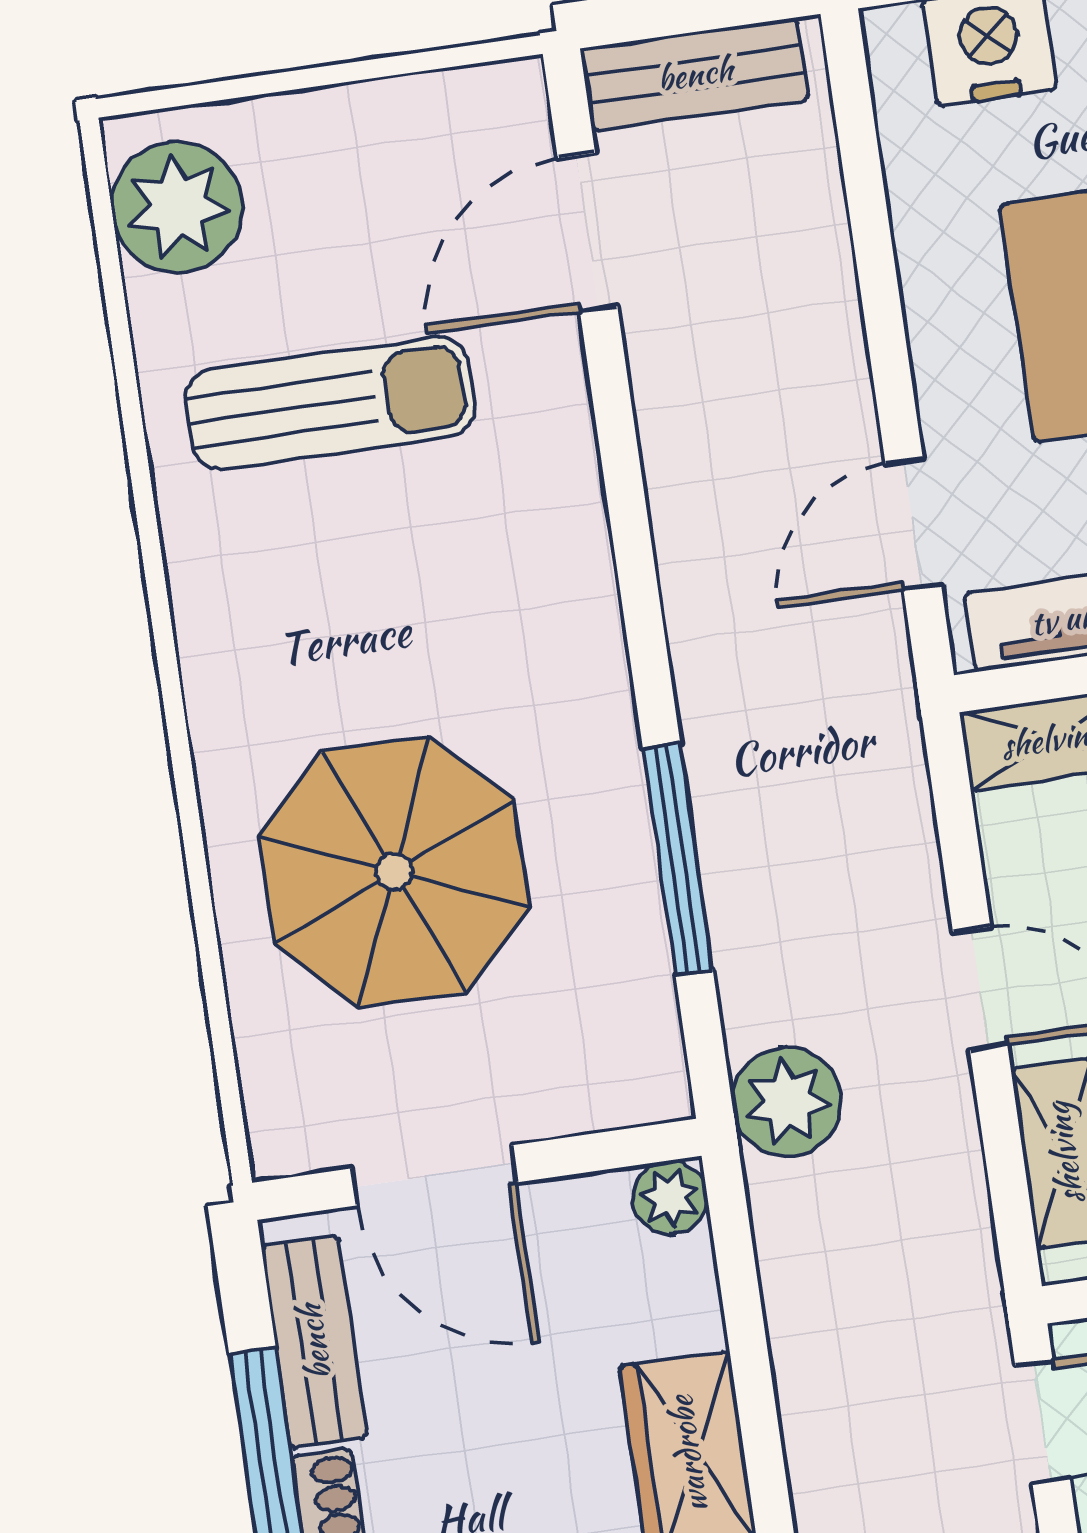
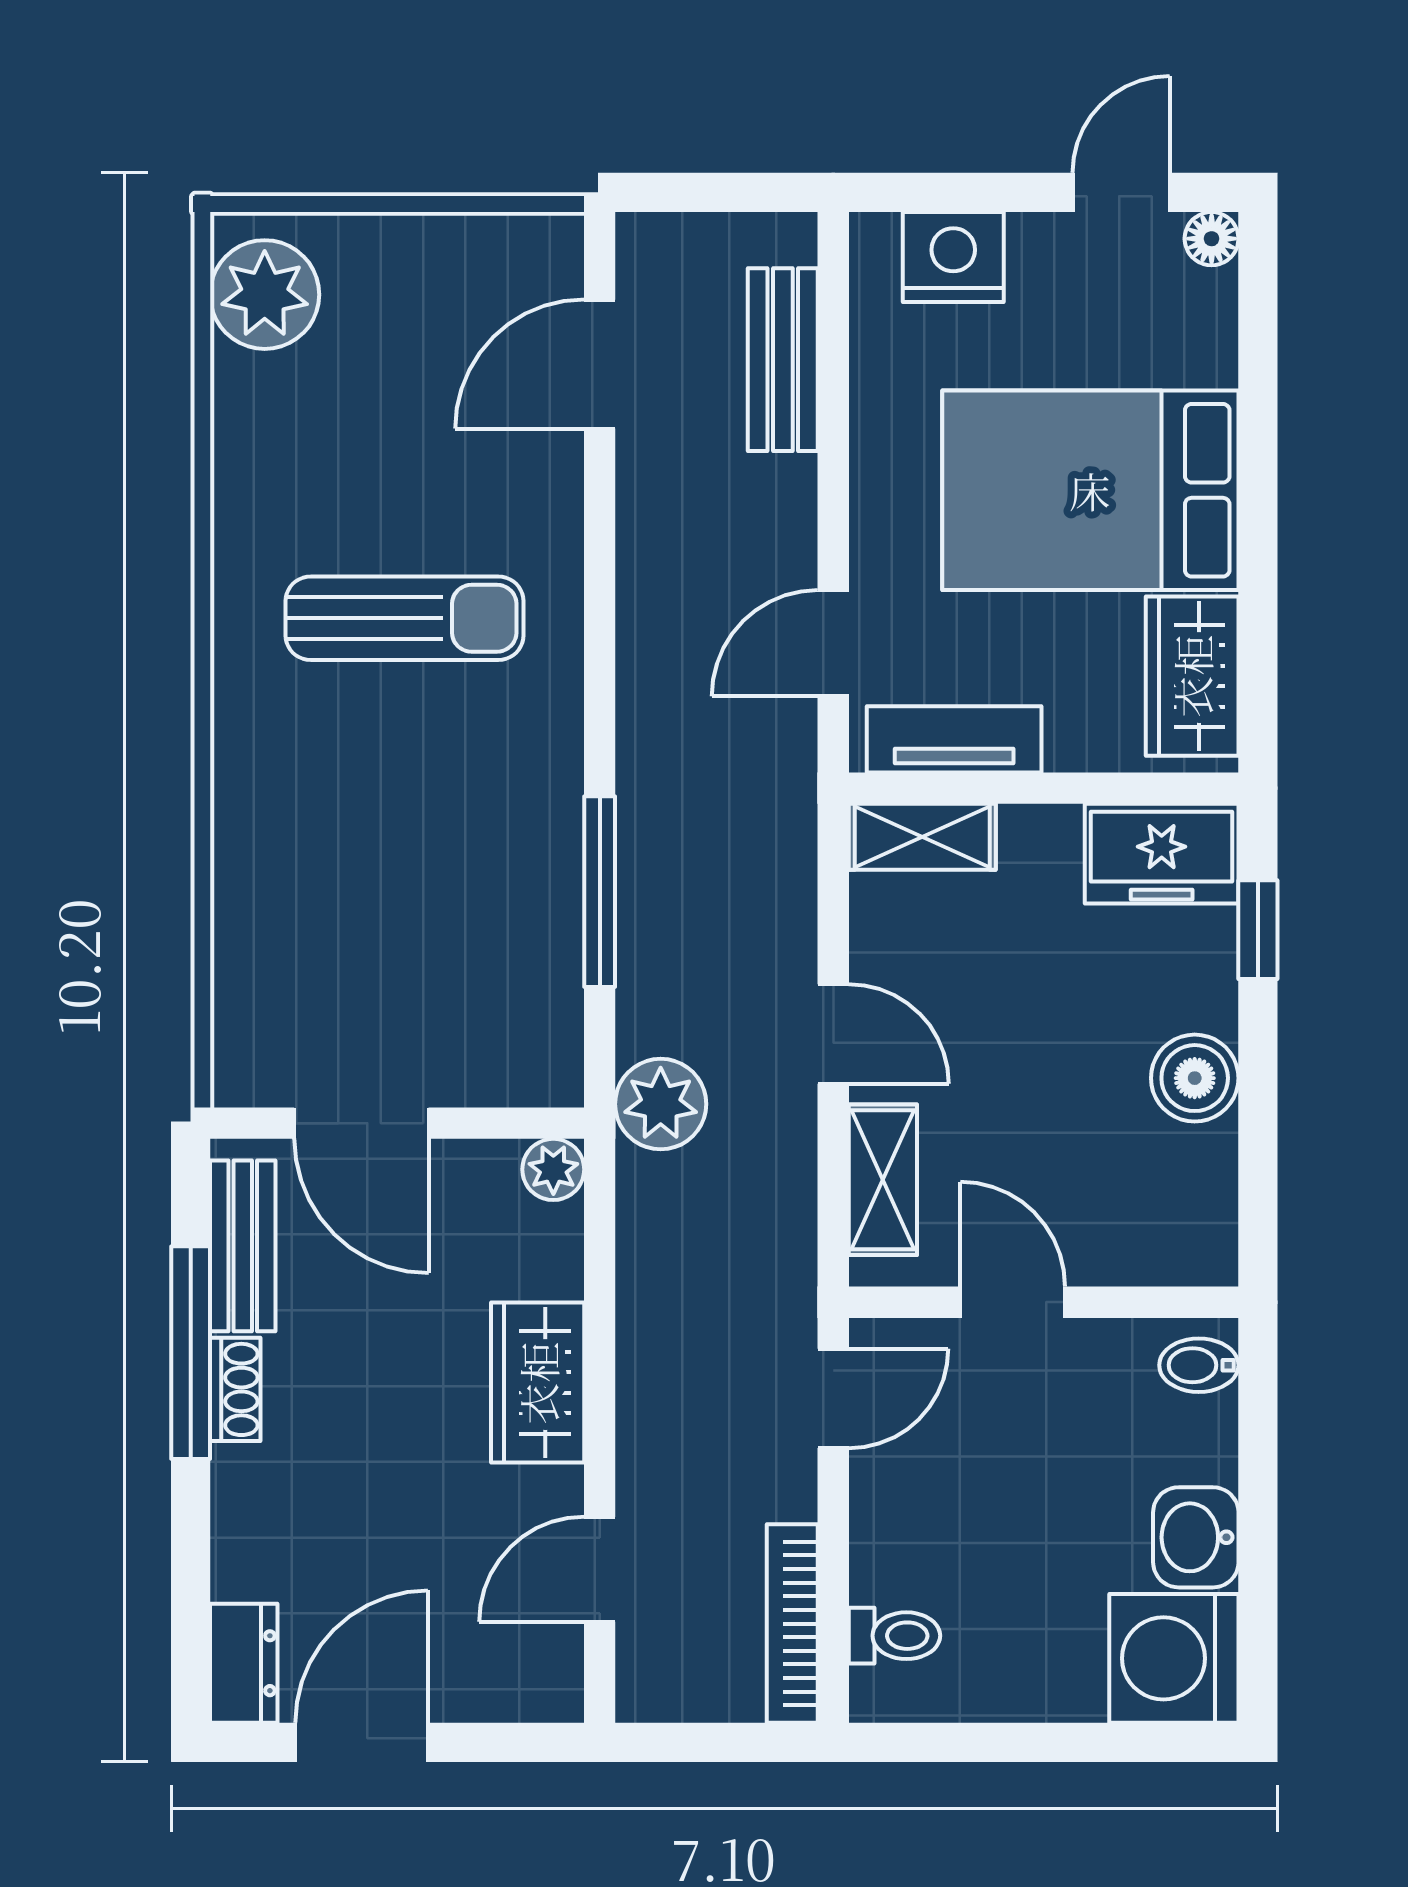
bench: (695, 74) -> (783, 360), moved, turned 90
sun lounger: (330, 403) -> (405, 618), moved
parasol: (394, 872) -> (364, 868), removed

